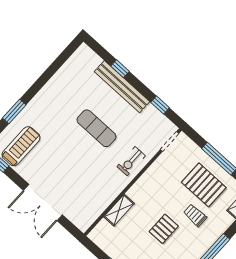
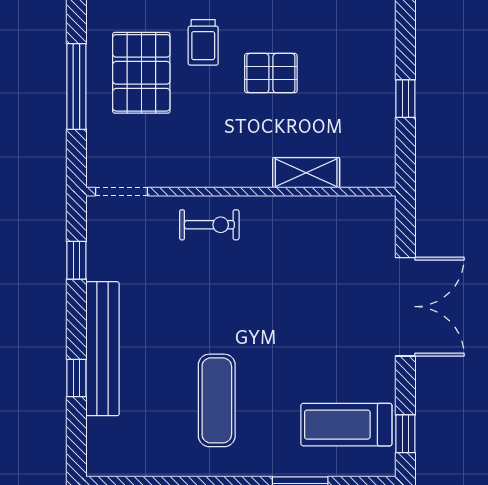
exercise mat: (96, 128) -> (217, 400), moved

